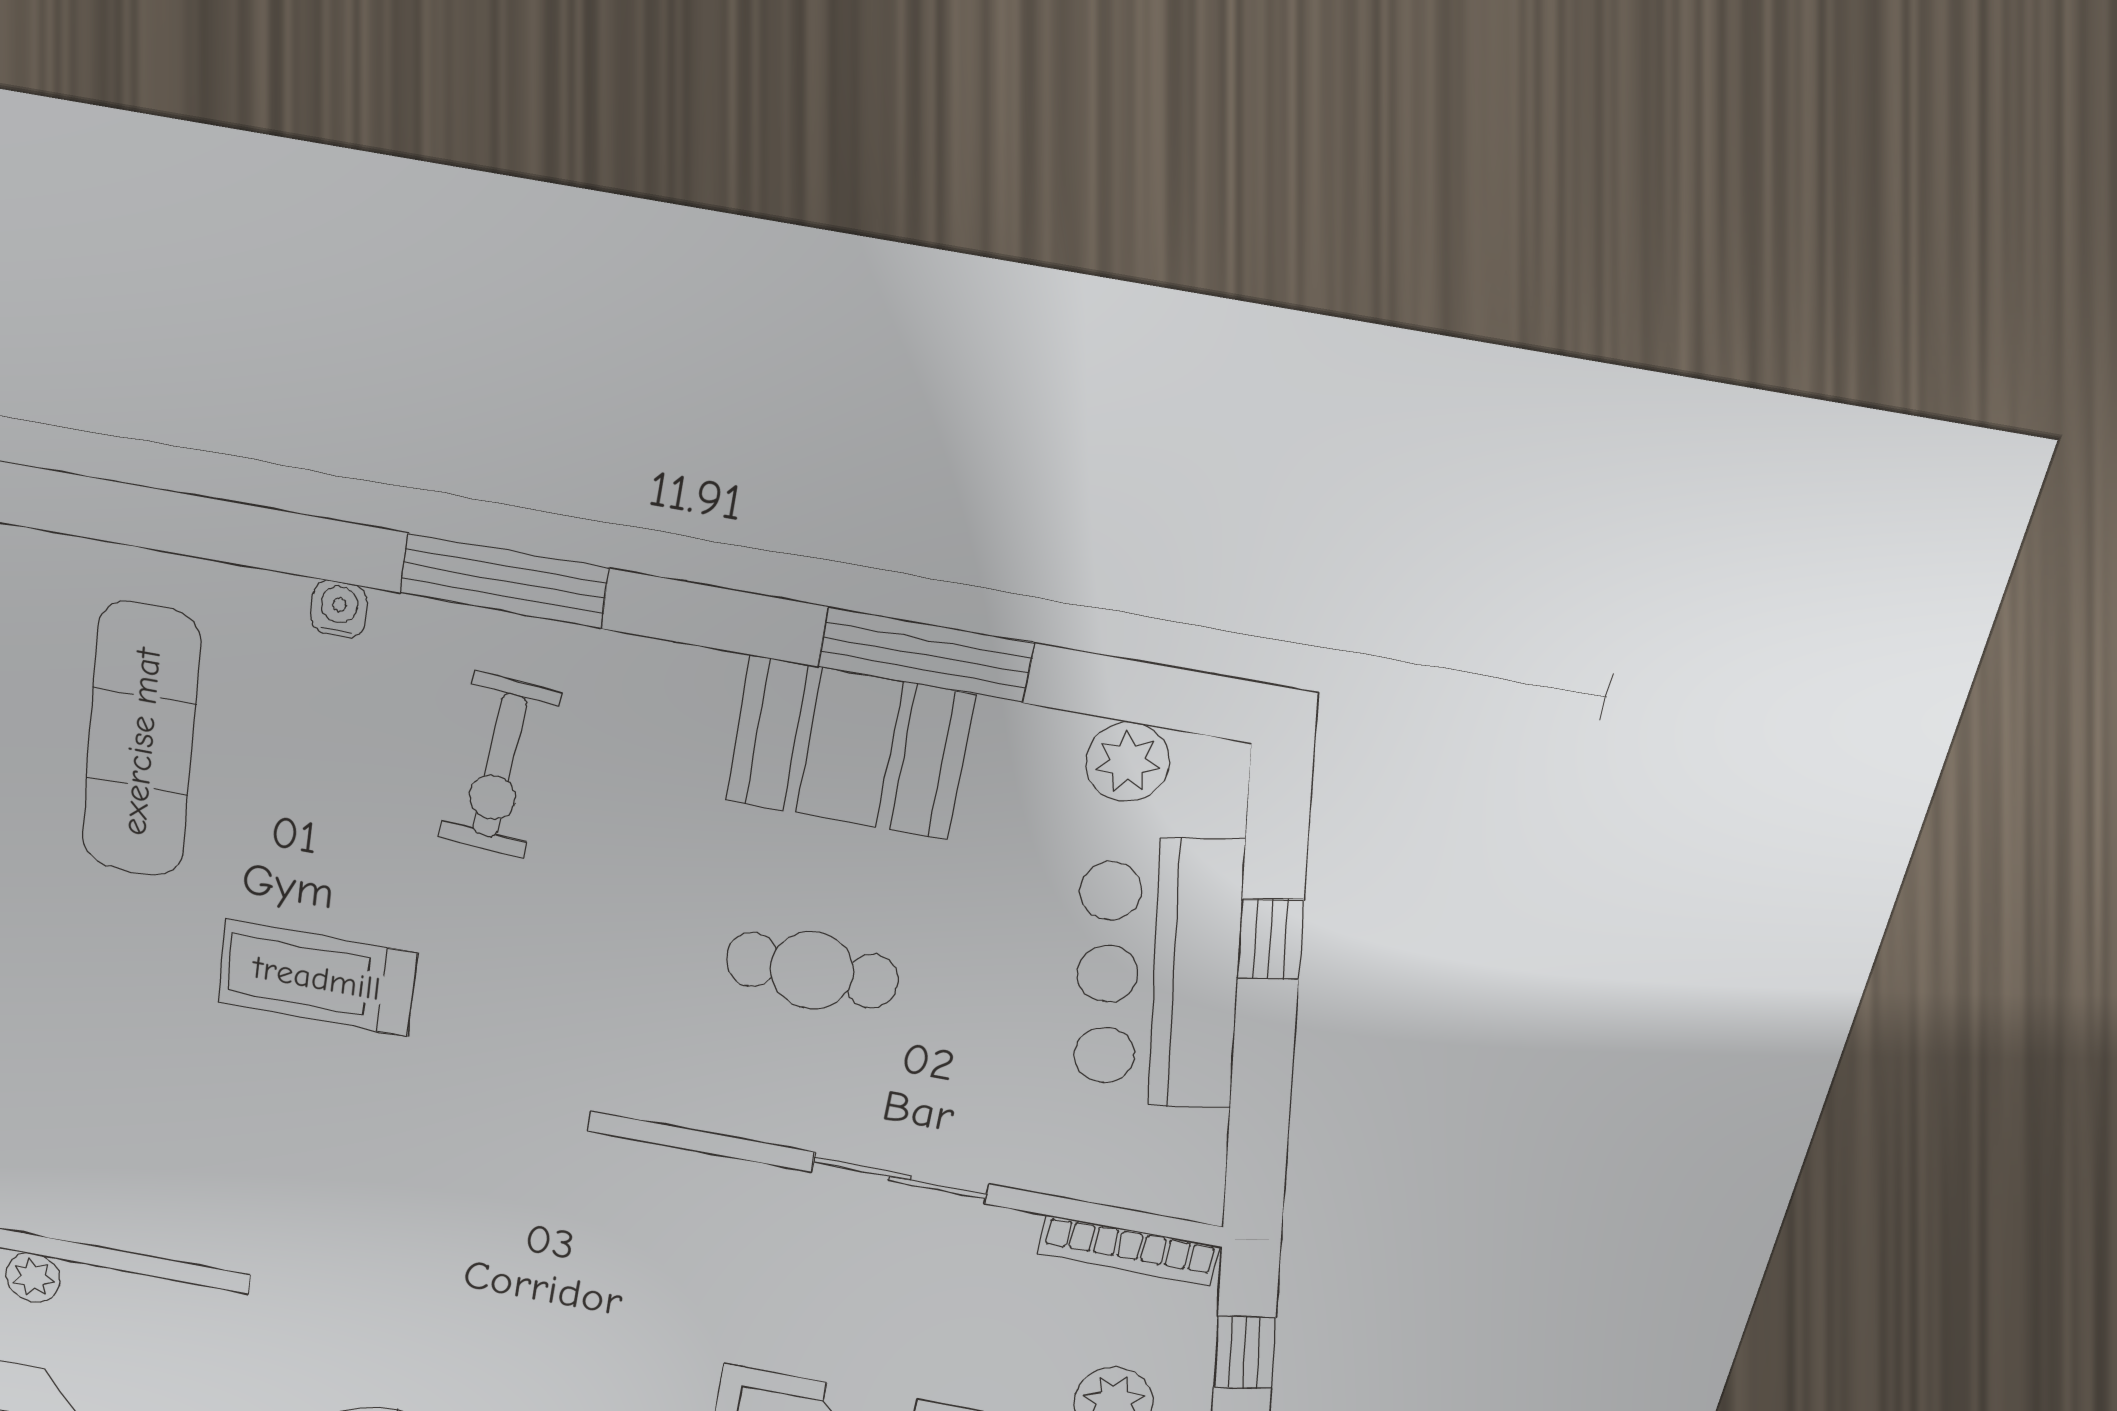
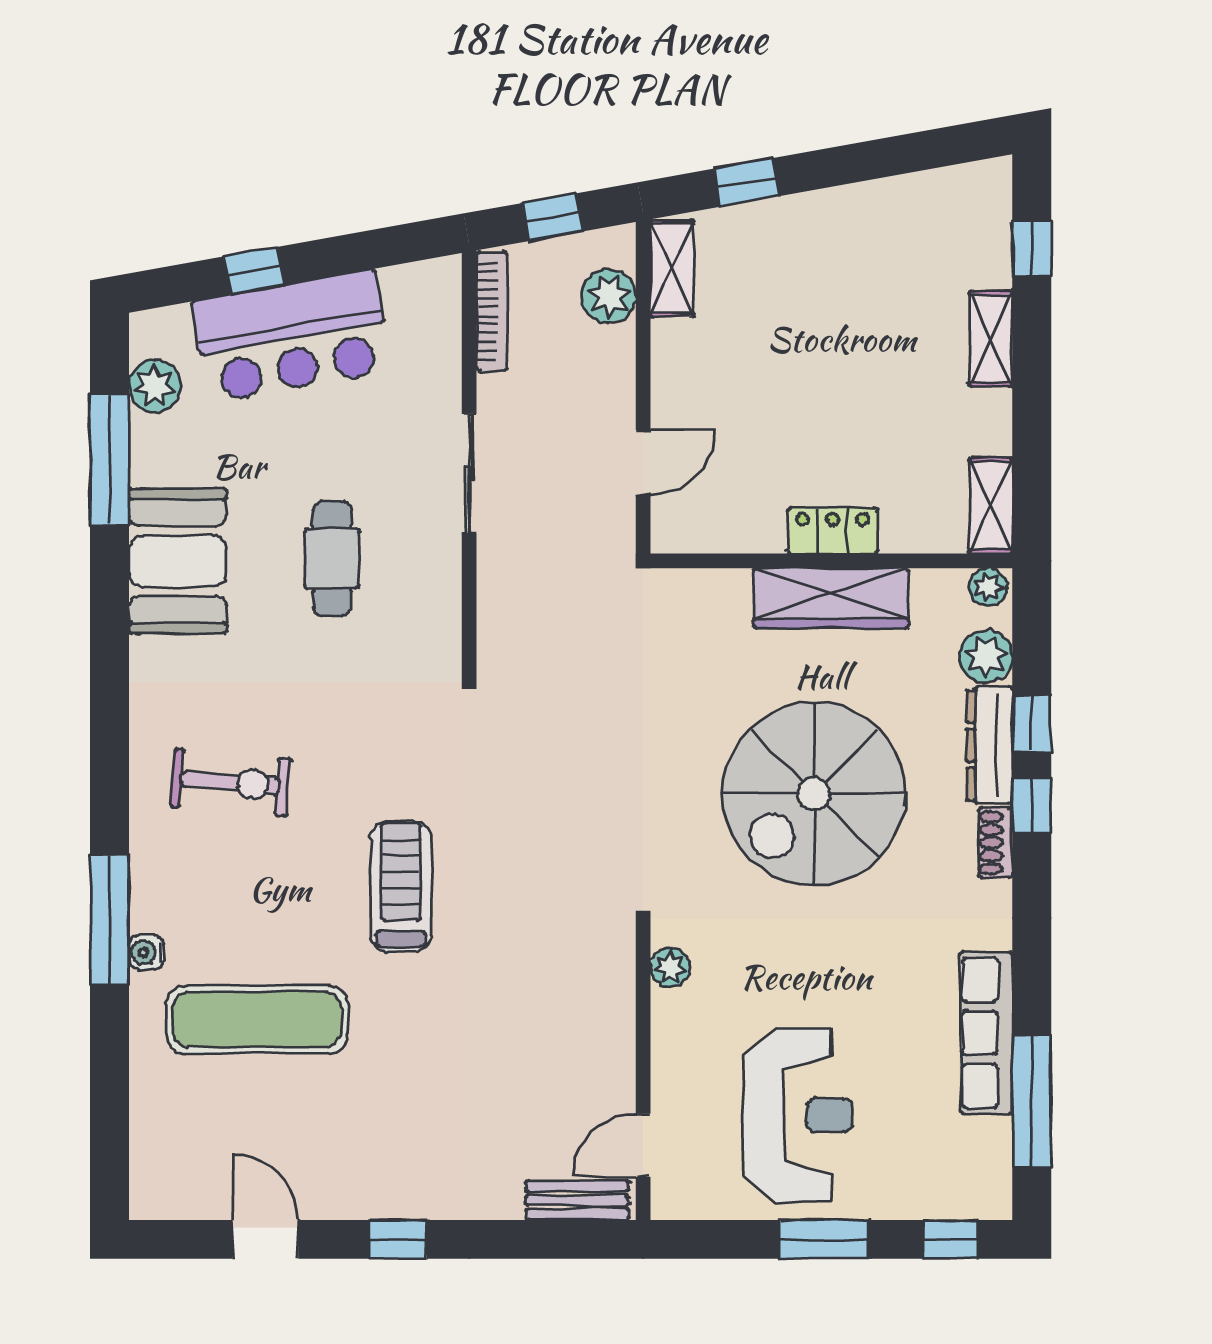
window: (504, 581) -> (109, 920), moved
water cooler: (339, 609) -> (146, 952), moved
window: (926, 655) -> (109, 460), moved
treadmill: (317, 978) -> (401, 886), turned 180
plant: (33, 1278) -> (670, 967), moved

